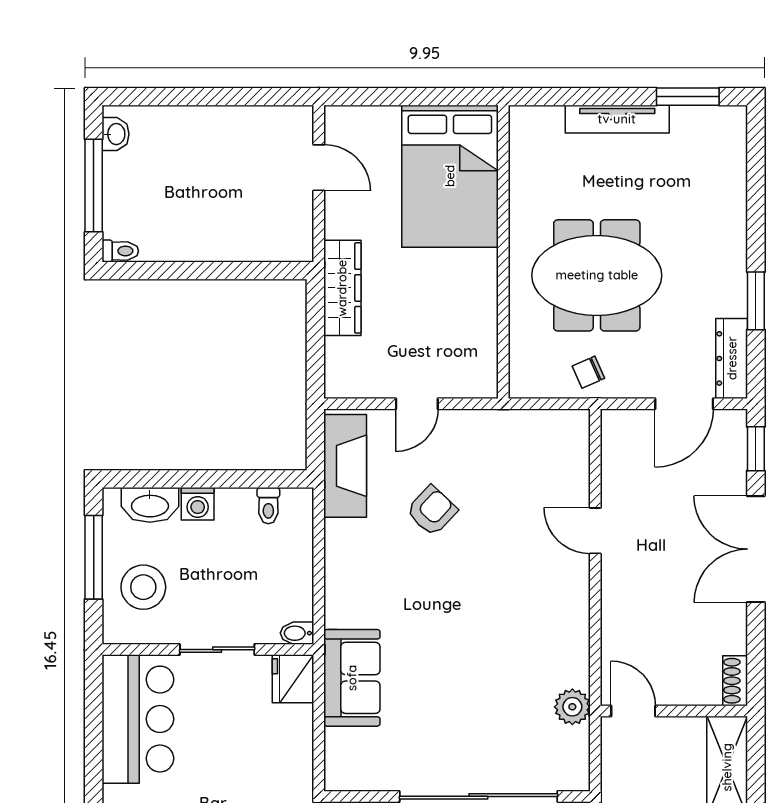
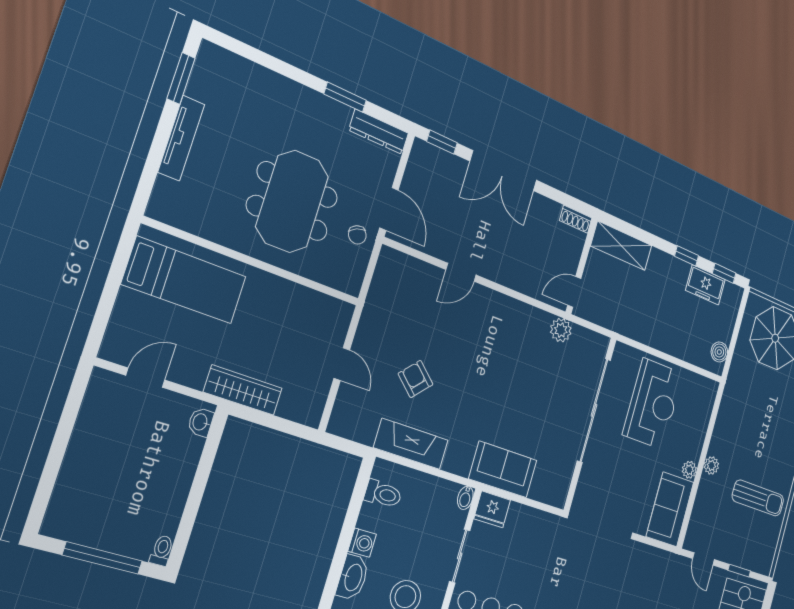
washbasin: (116, 134) -> (201, 422), moved, turned -90
bed: (450, 176) -> (185, 280), width x0.67
door: (684, 404) -> (389, 209), moved
fireplace: (345, 466) -> (411, 444), moved
toilet: (268, 506) -> (383, 494), width x1.37, depth x1.39

